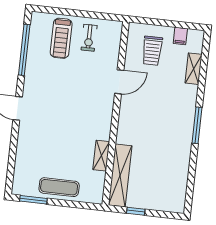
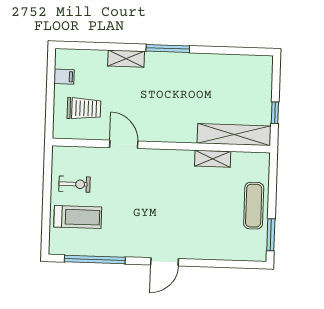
shelving: (194, 69) -> (126, 59), moved

